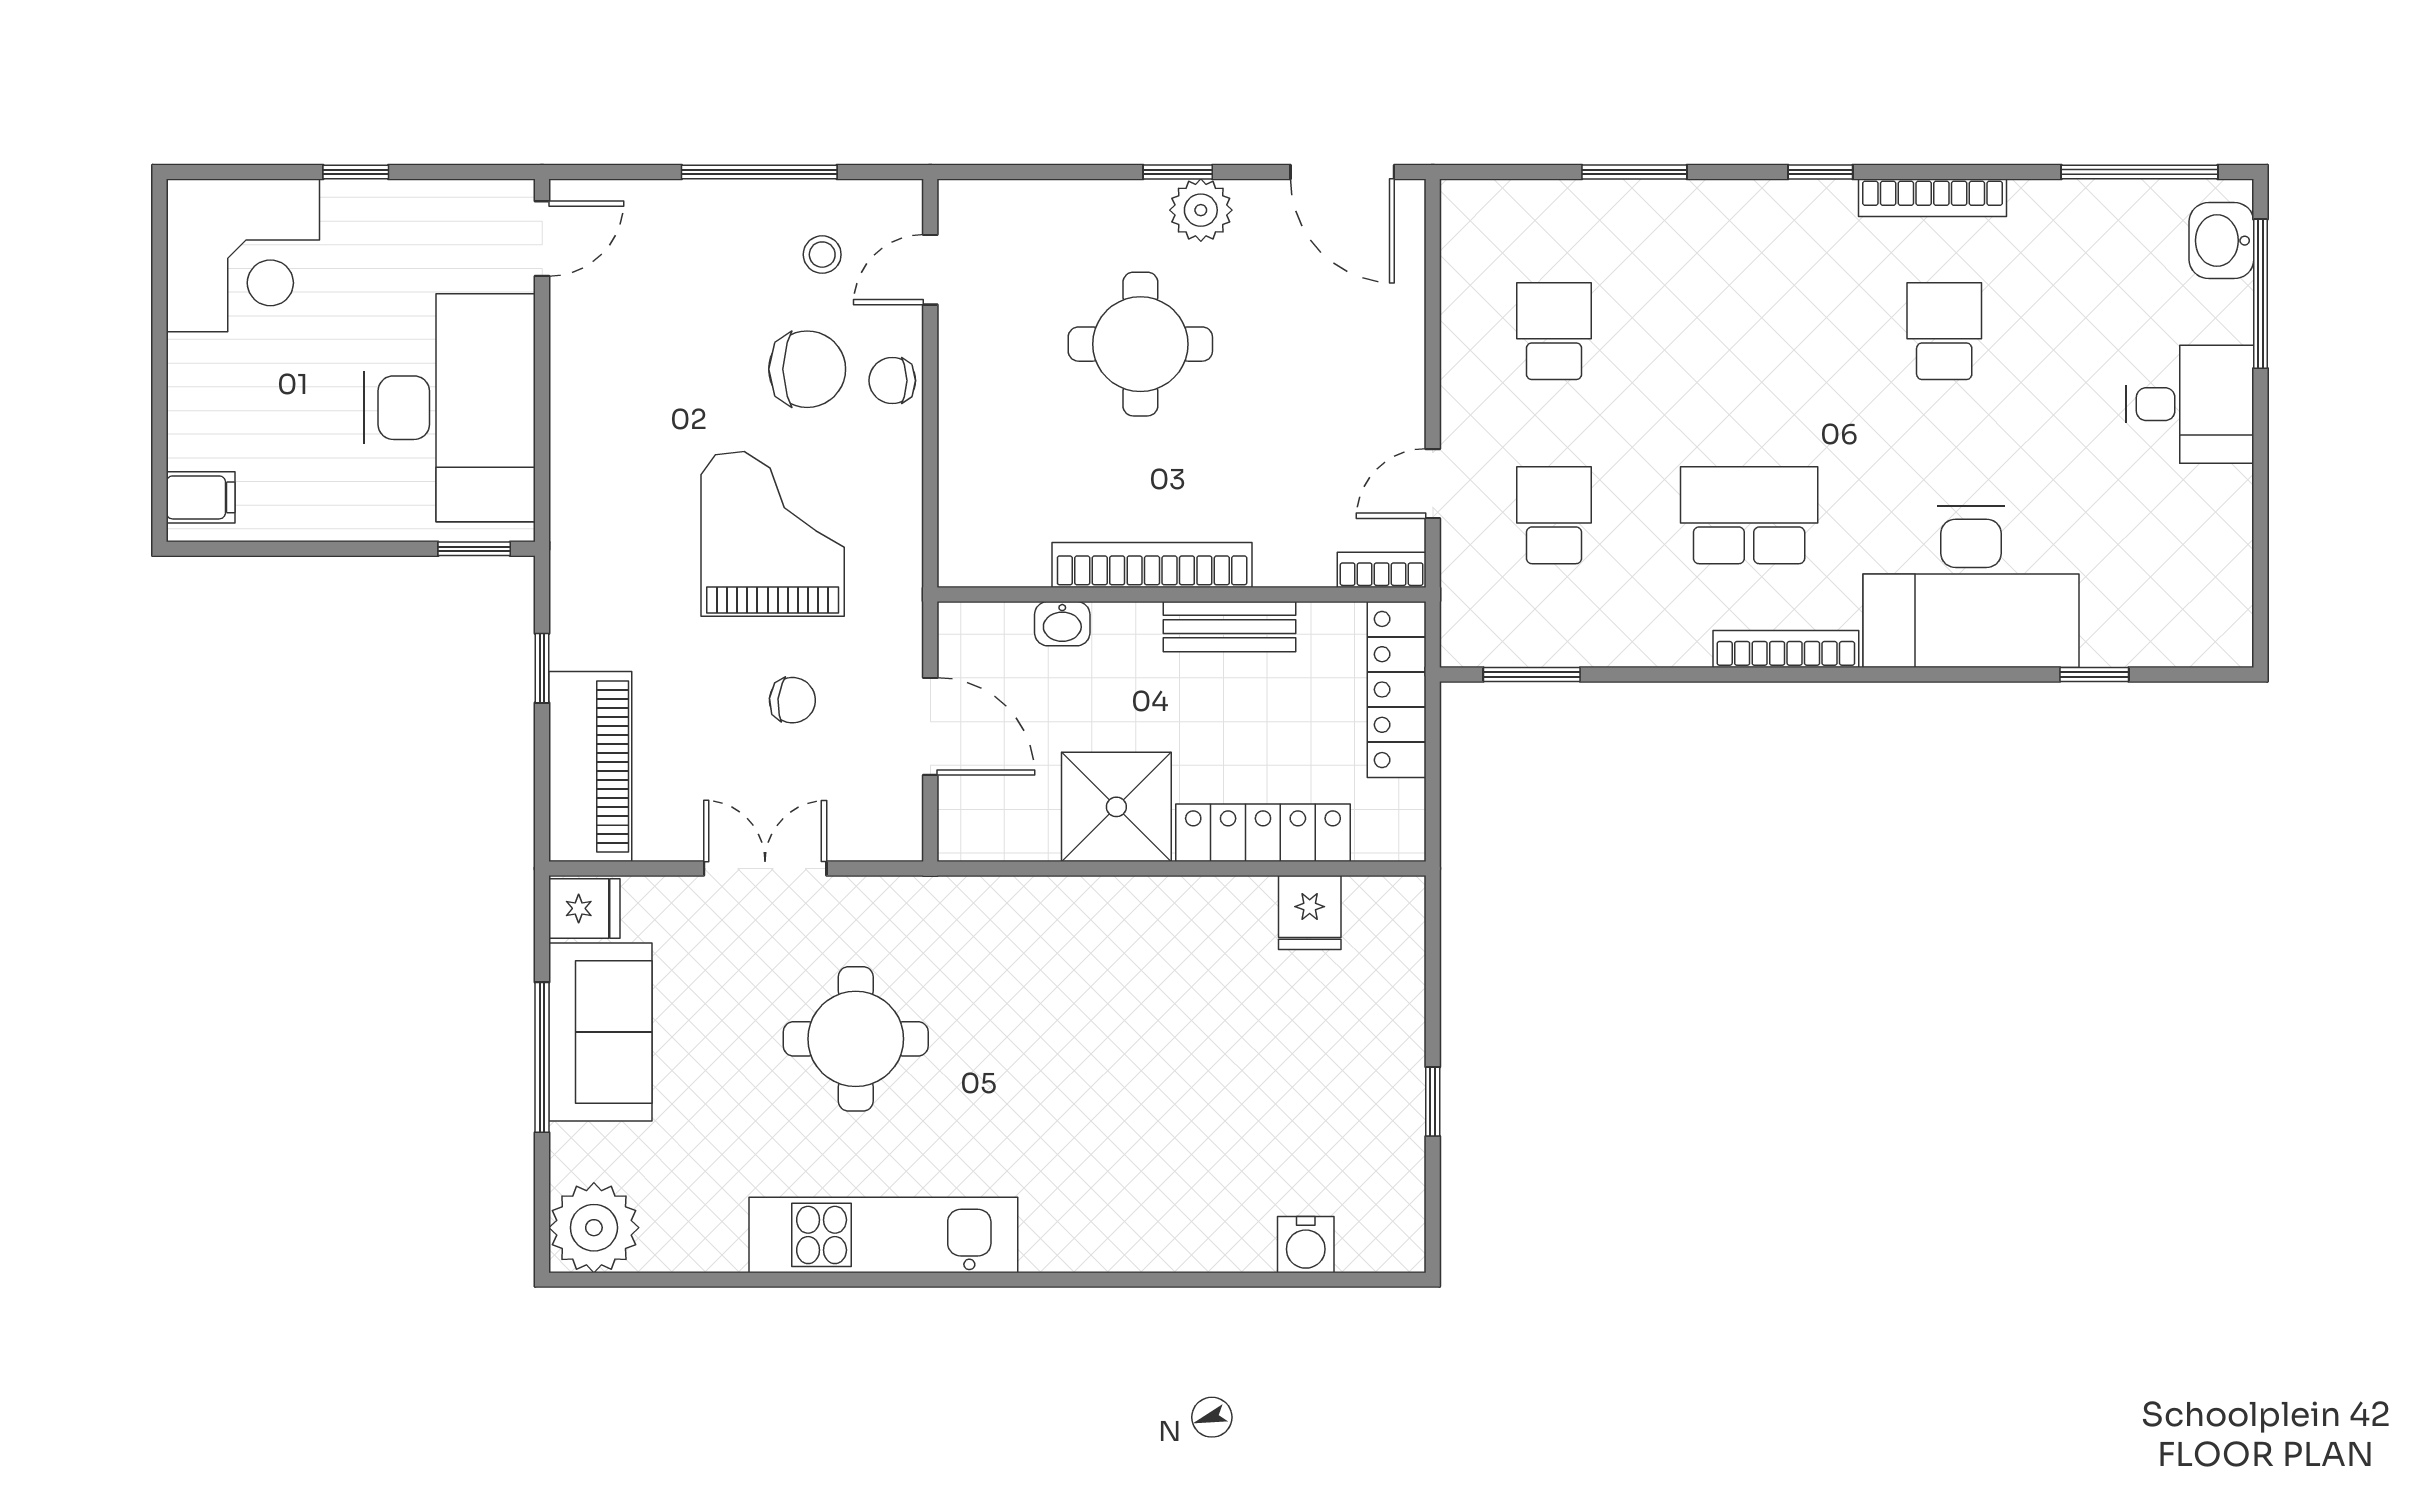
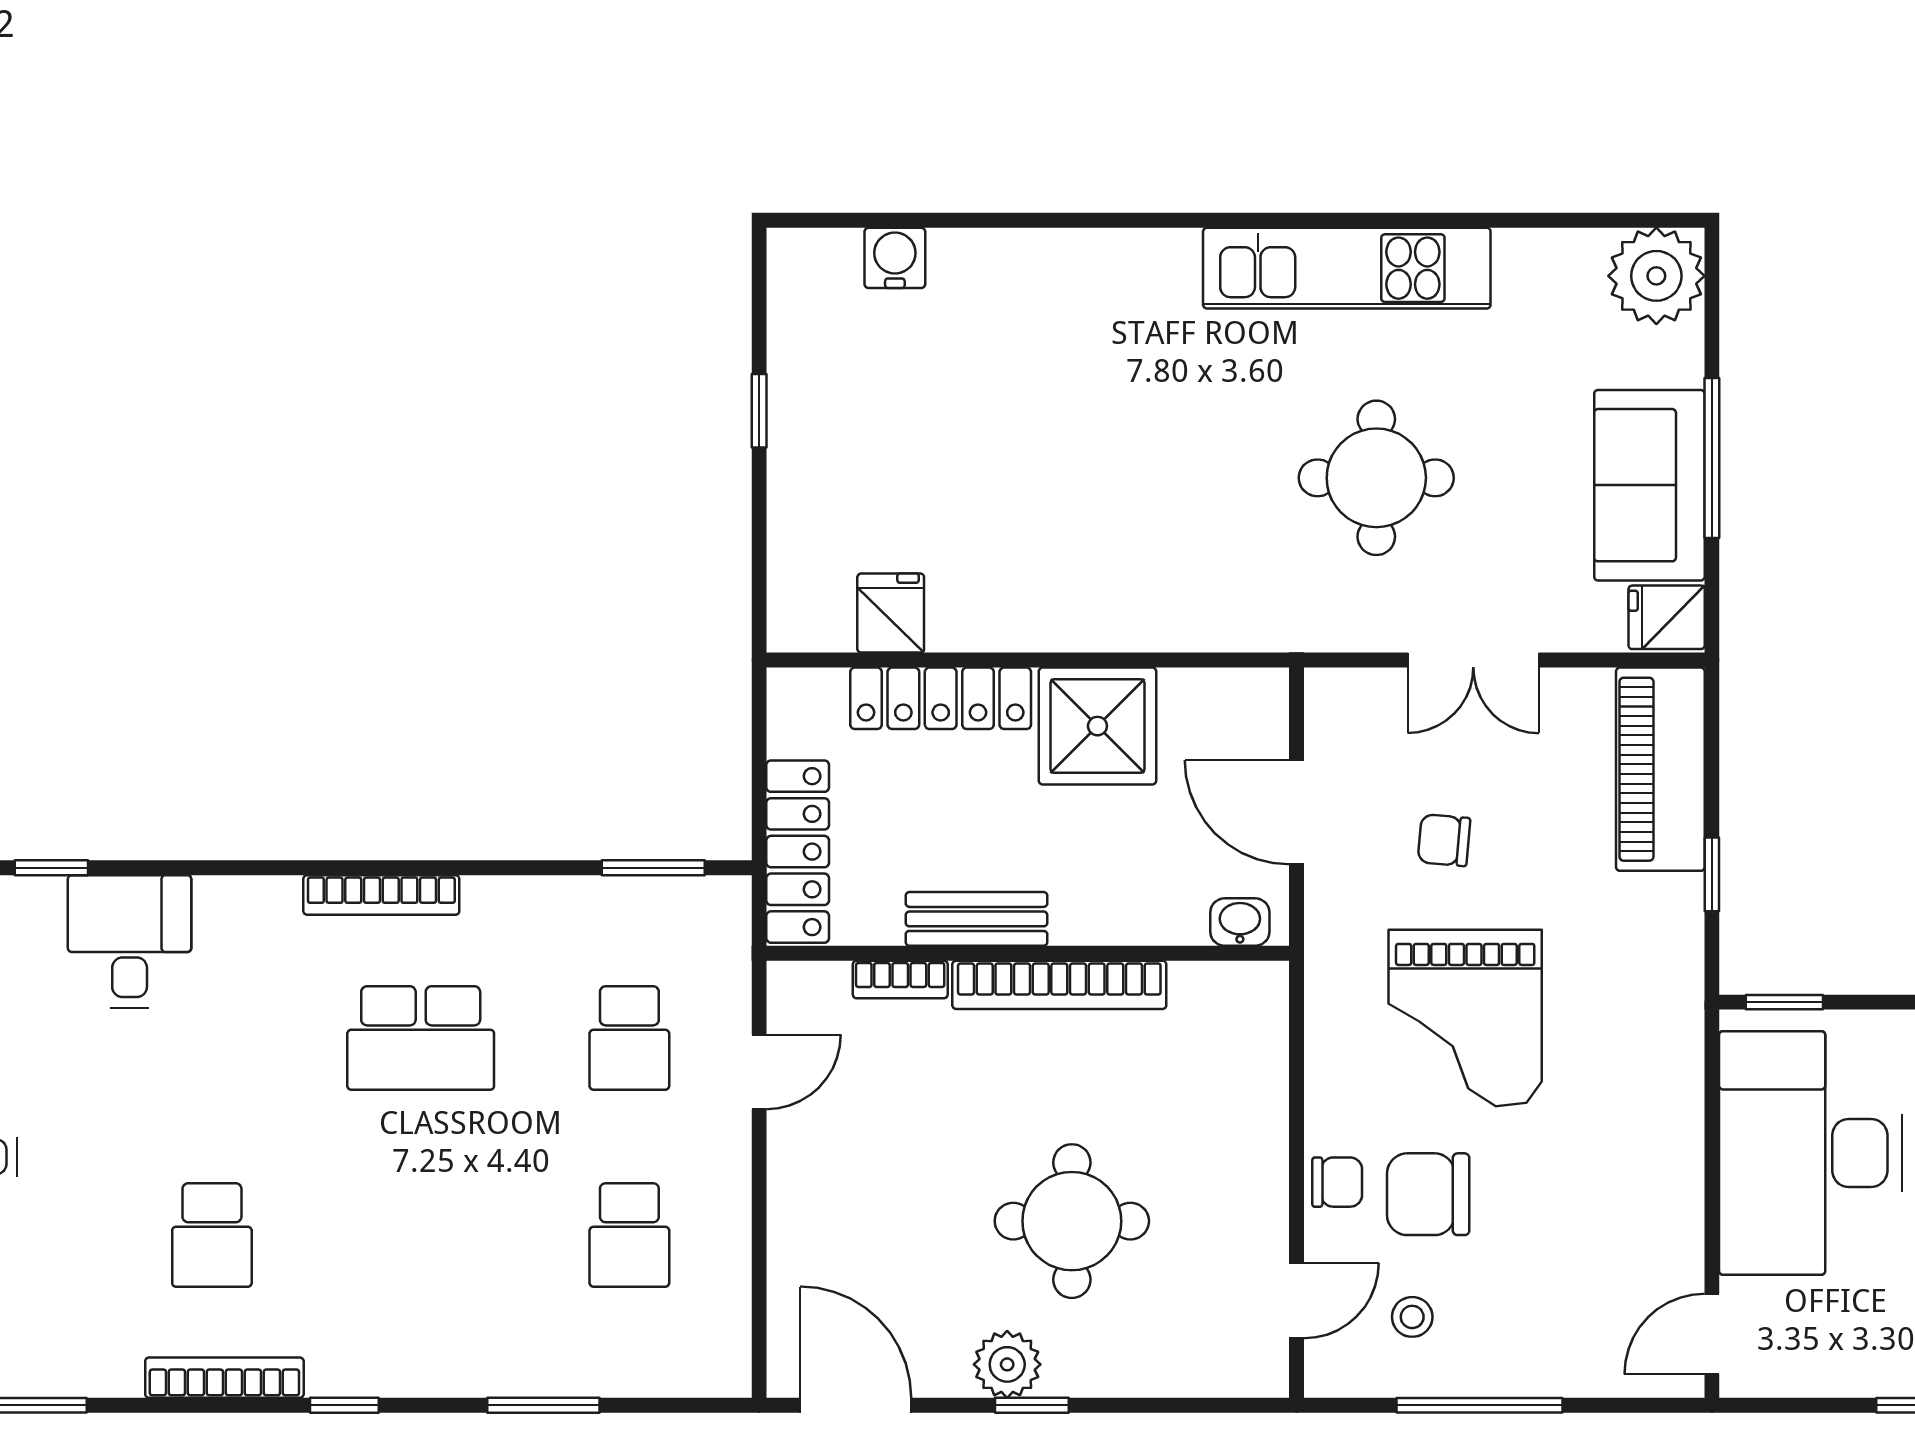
bookcase: (1382, 570) -> (900, 980), moved
desk: (1971, 587) -> (130, 941), width x0.53, depth x0.77
washbasin: (1062, 624) -> (1240, 922), moved

